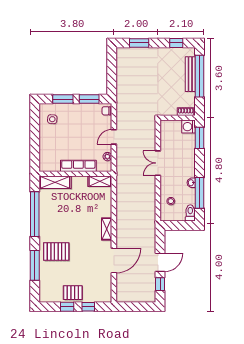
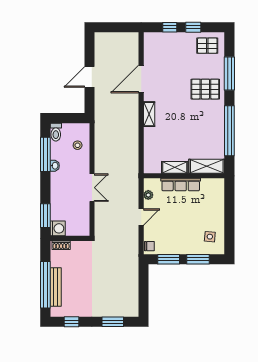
shelving: (100, 181) -> (175, 167), moved
window: (160, 284) -> (90, 53), removed
pallet: (73, 293) -> (207, 46), moved

